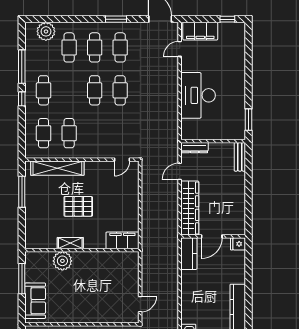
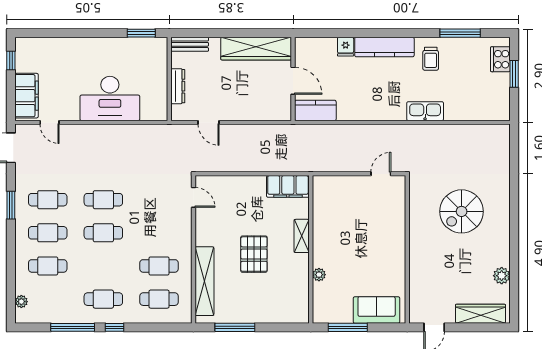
plant: (46, 31) -> (21, 302), width x0.53, depth x0.53
dresser: (194, 148) -> (178, 86), moved
wardrobe: (190, 208) -> (256, 49), moved, turned 180
filing cabinet: (122, 240) -> (288, 186), moved, turned -90
shelving: (70, 243) -> (302, 236), moved
fridge: (238, 244) -> (346, 47), moved
plant: (62, 261) -> (319, 275), width x0.53, depth x0.53
door: (140, 304) -> (381, 174), hinge flipped

